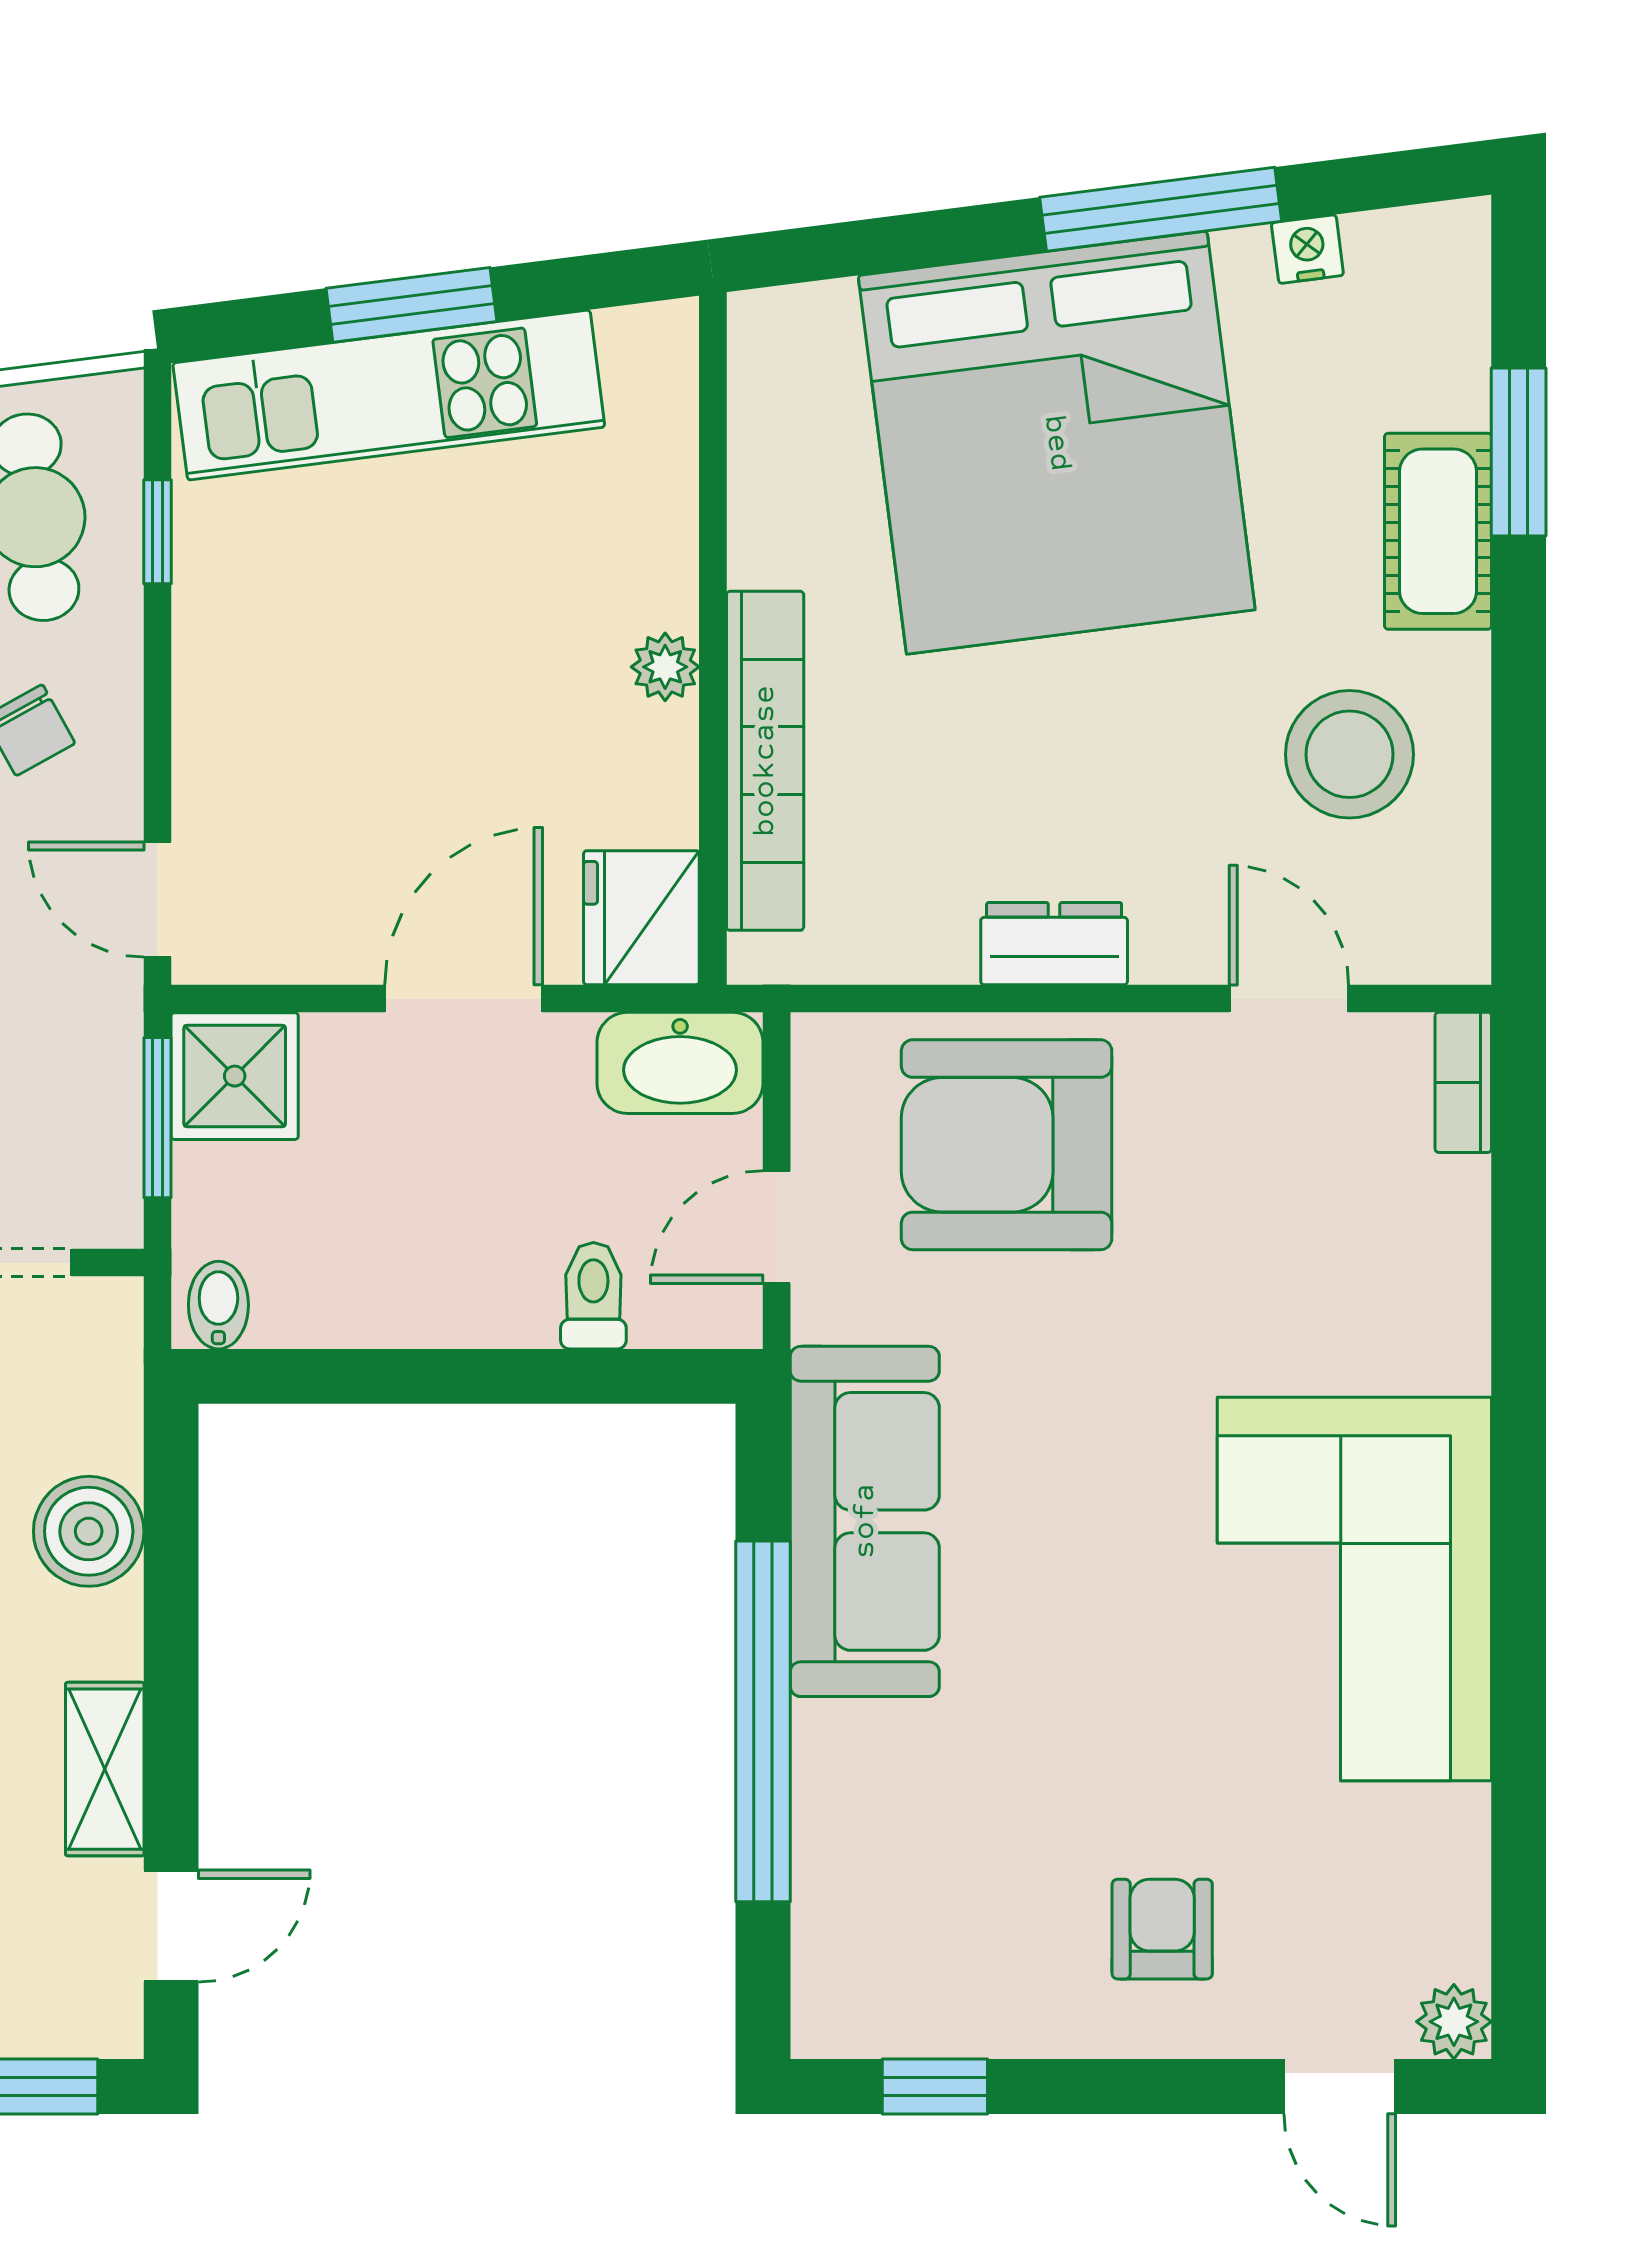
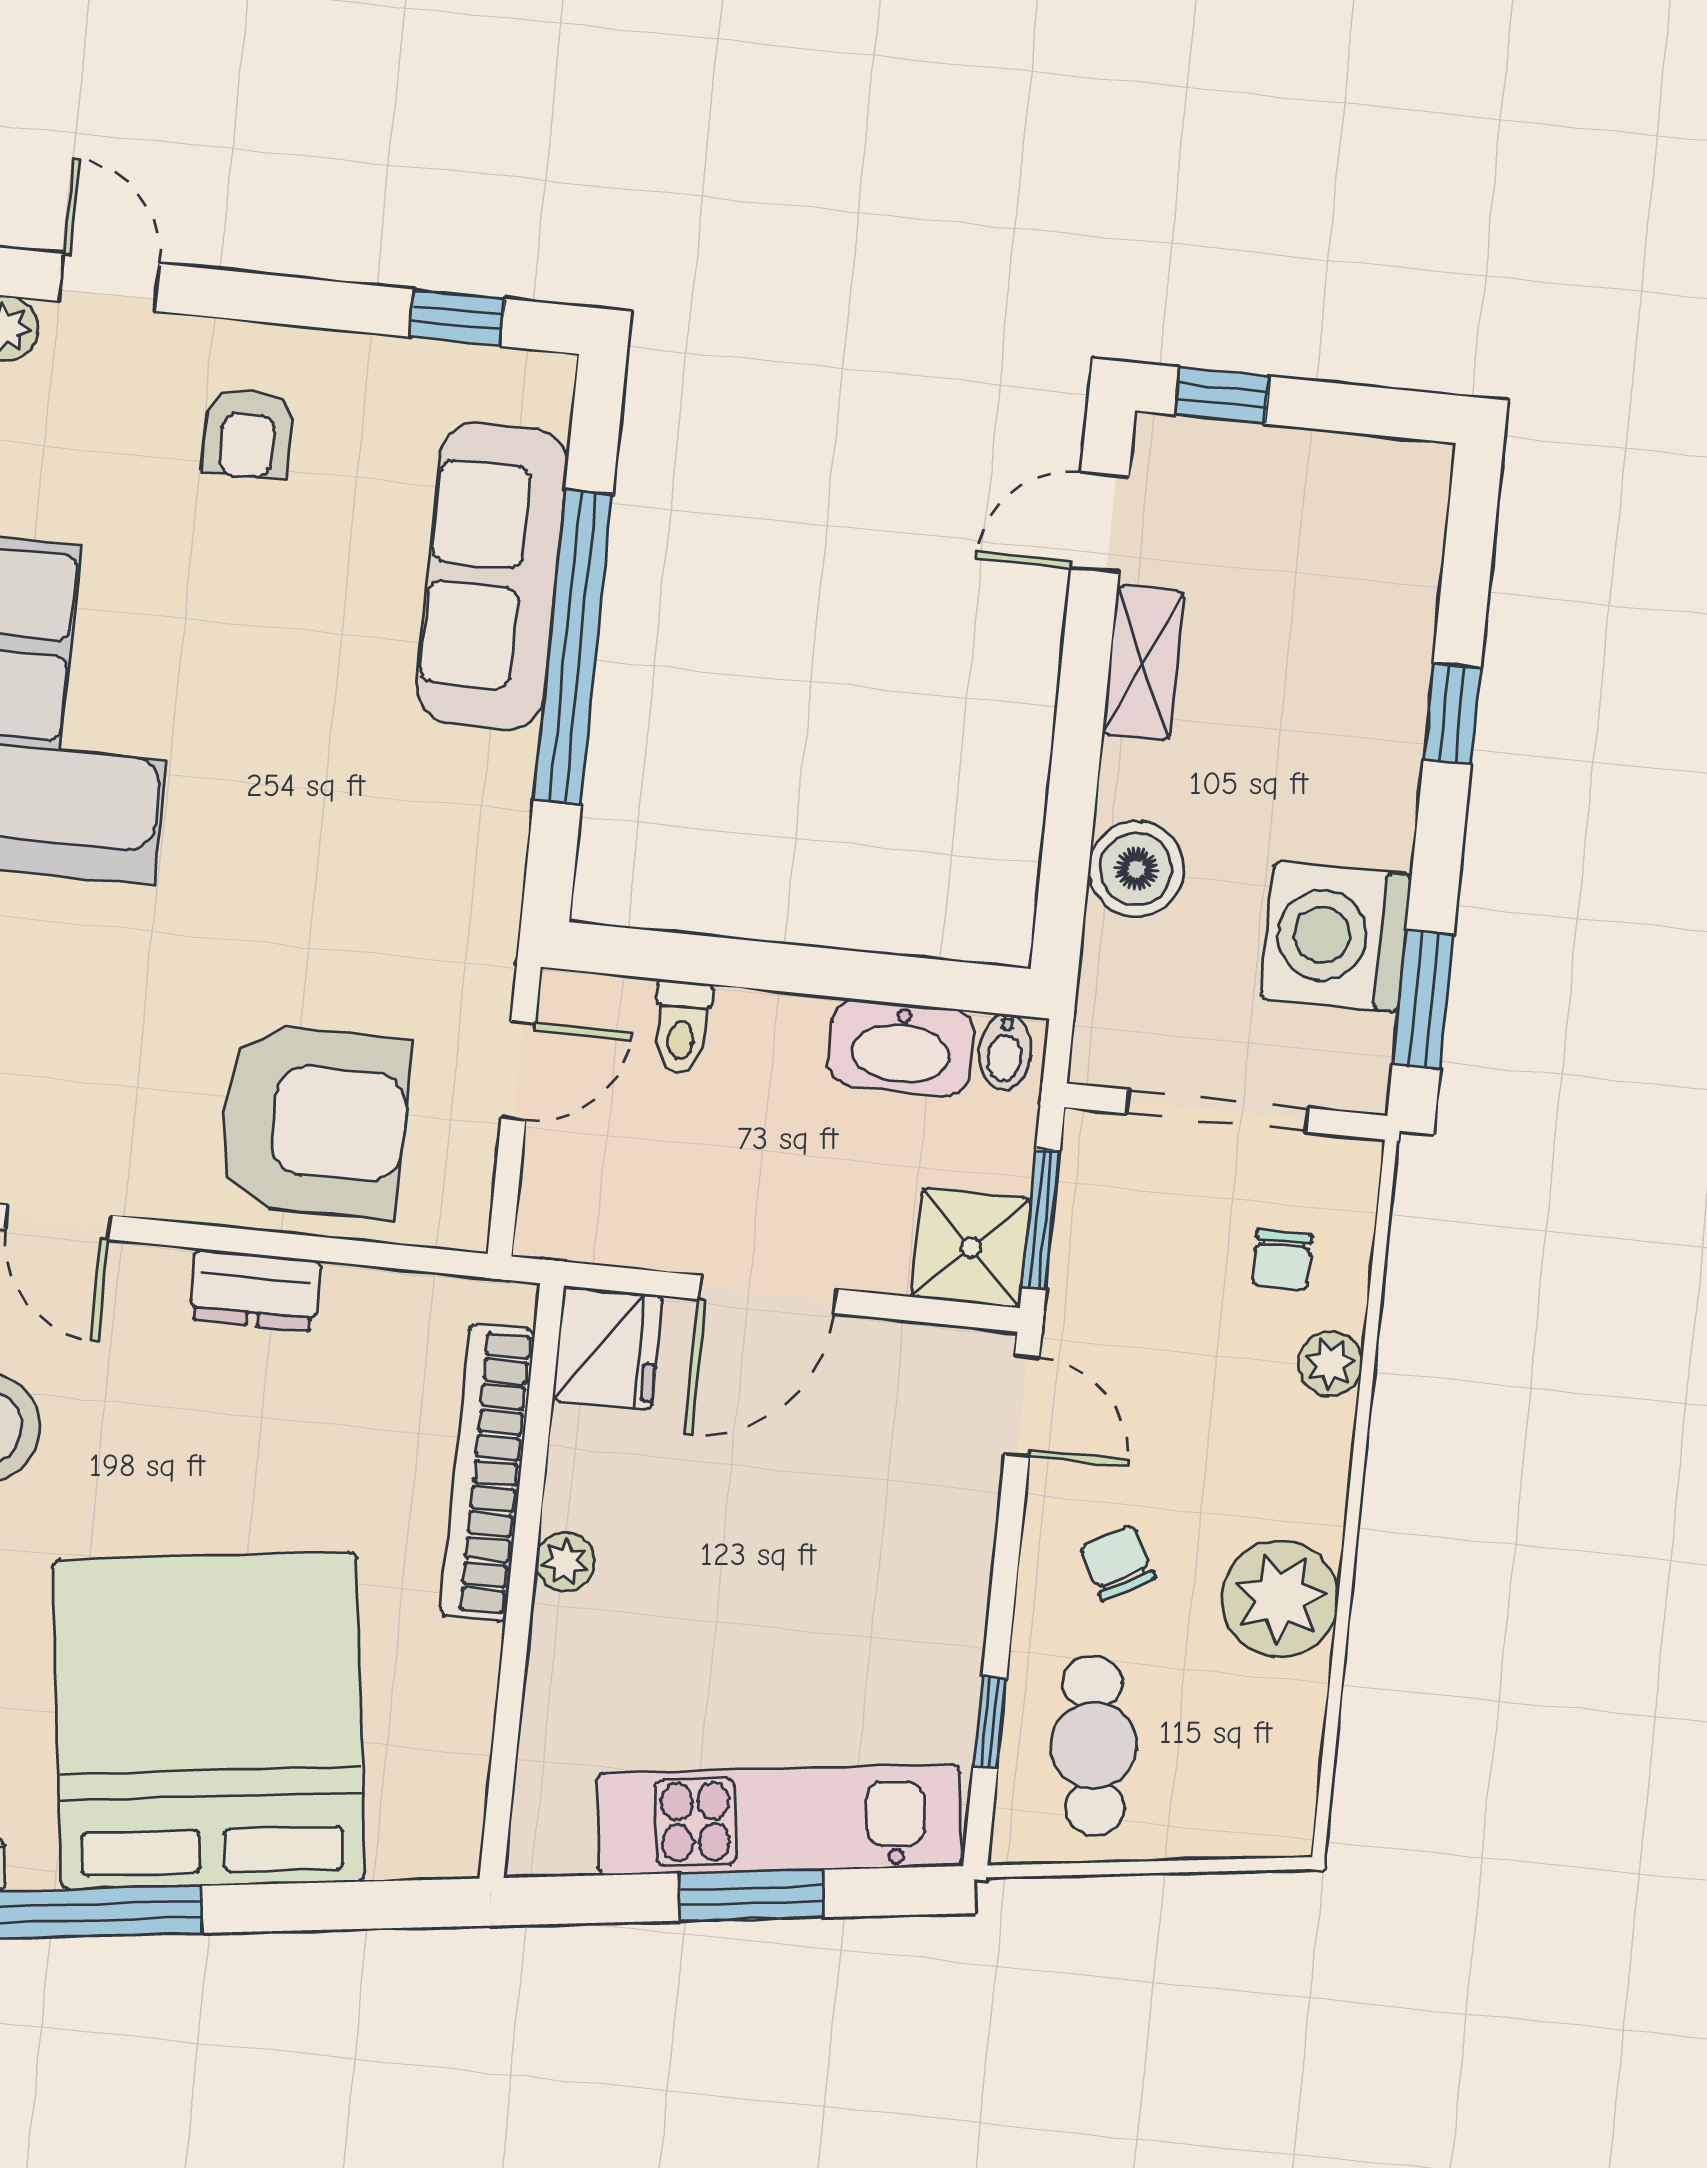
washbasin: (680, 1063) -> (901, 1047), moved, turned 180
sofa: (865, 1521) -> (492, 576), moved

